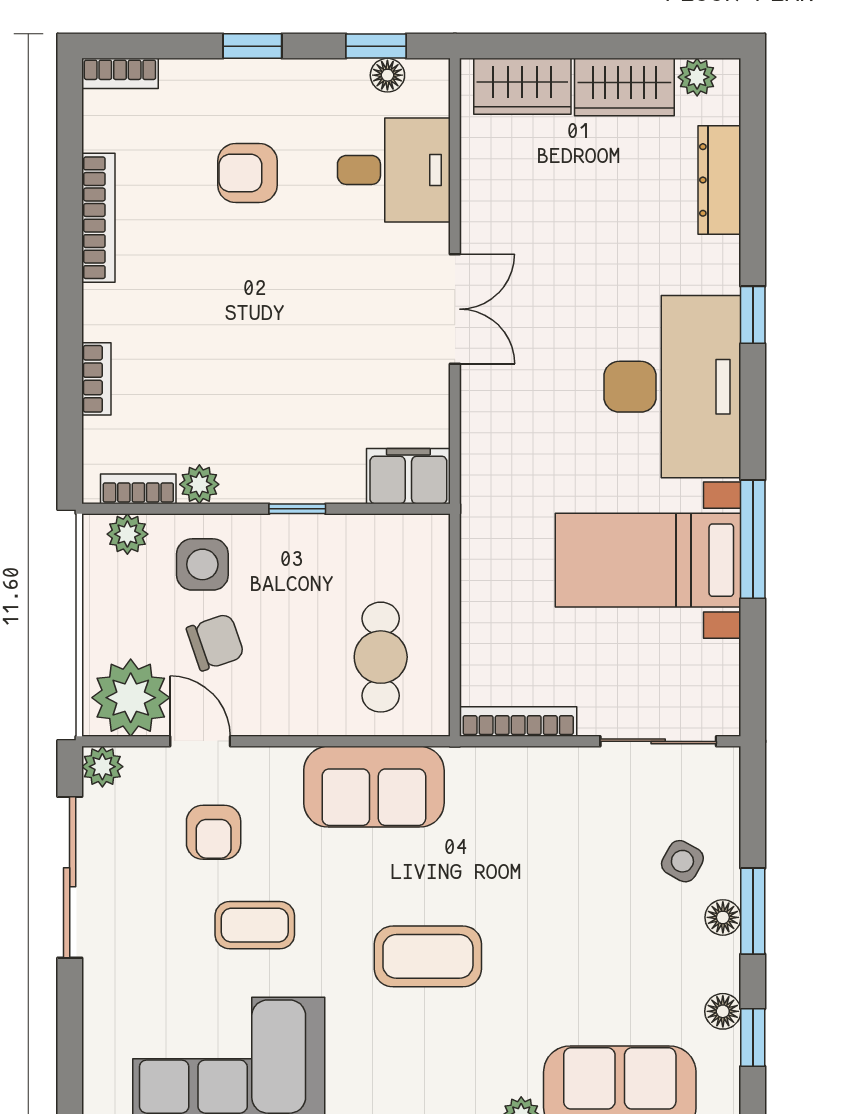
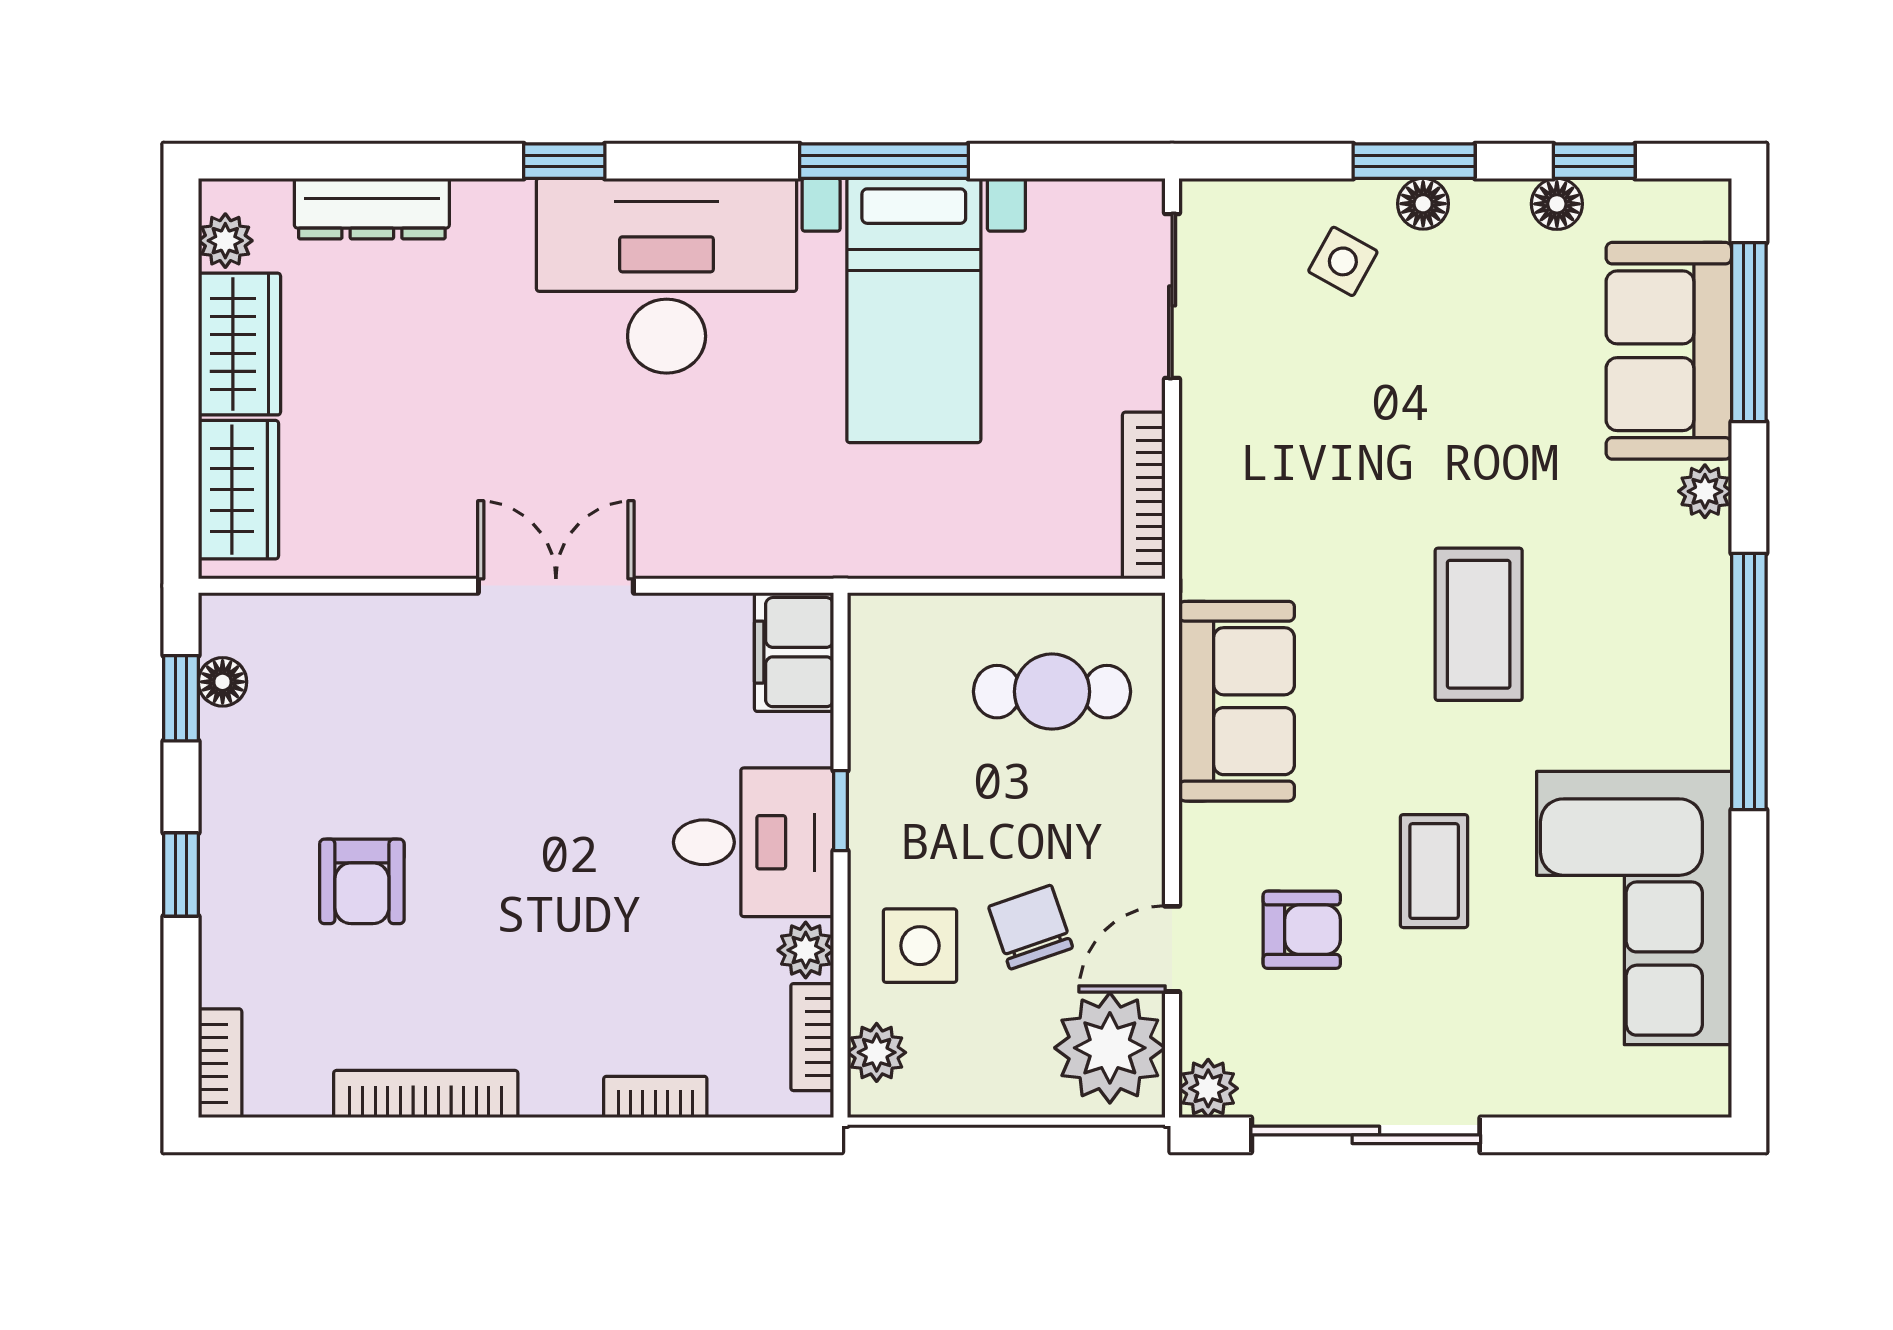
desk: (394, 170) -> (754, 842), moved, turned 90

